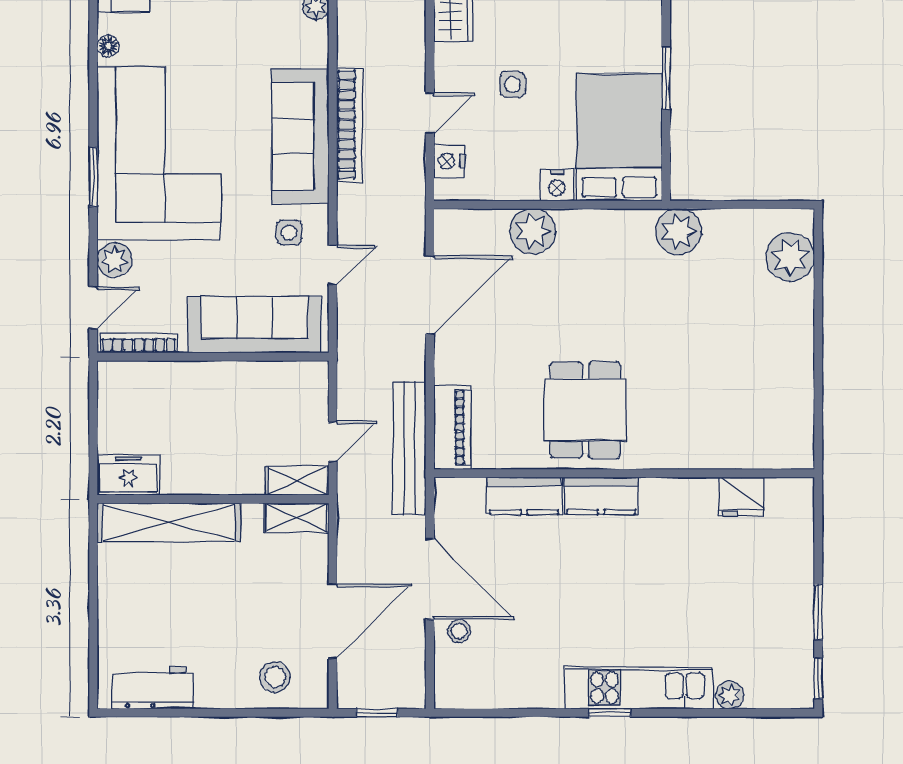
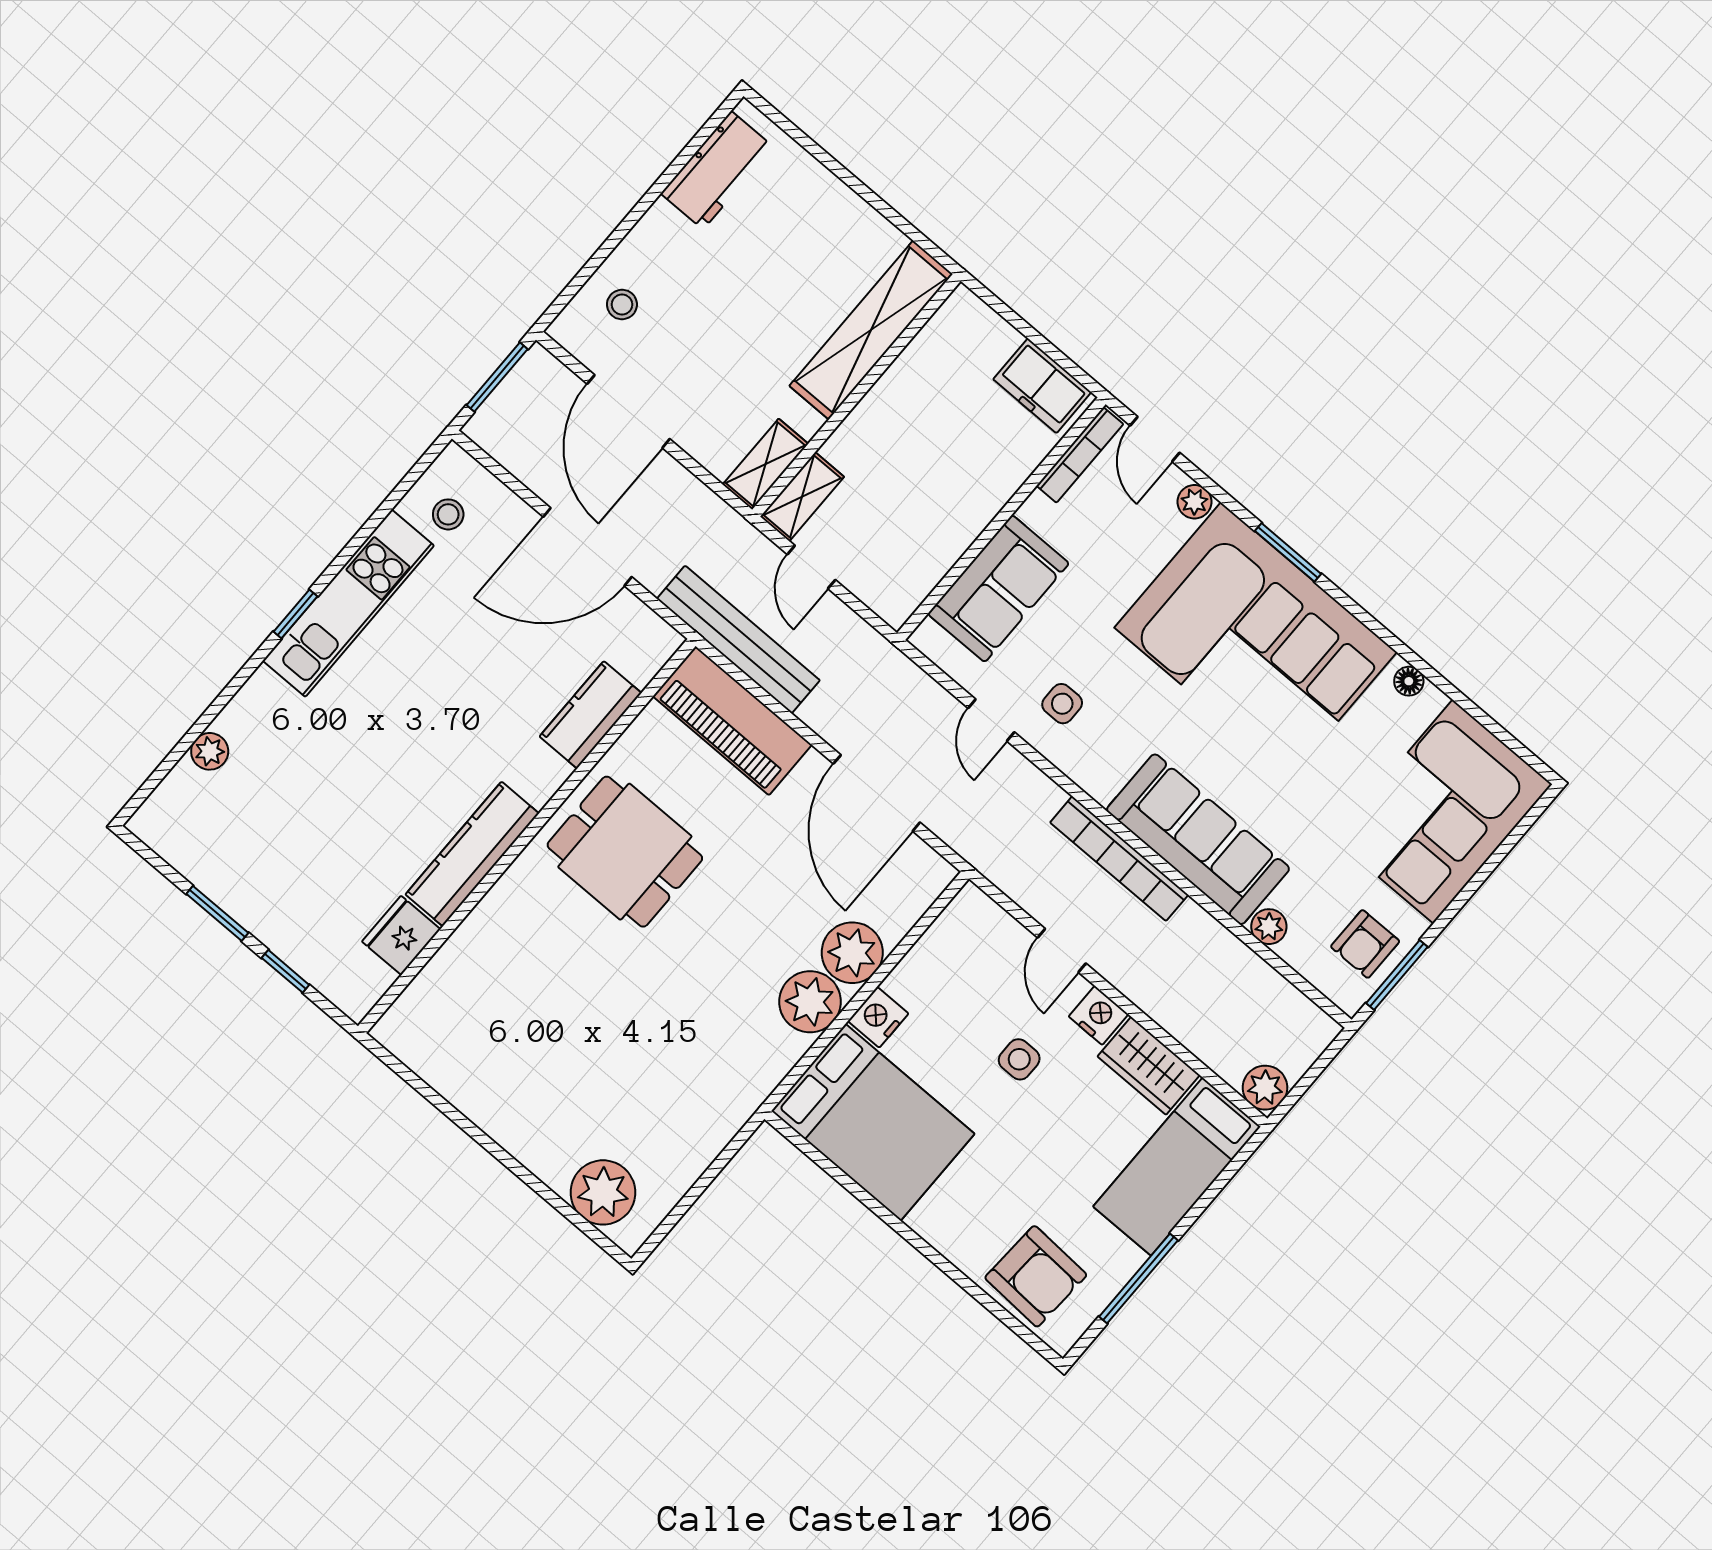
window: (666, 78) -> (893, 1221), removed
sofa: (300, 137) -> (1198, 839), moved
nightstand: (449, 161) -> (1098, 1015), moved
plant: (679, 232) -> (810, 1002), moved
plant: (115, 260) -> (1195, 502), width x0.73, depth x0.73
sofa: (254, 325) -> (998, 589), width x0.73
piano: (452, 427) -> (732, 721), width x1.37, depth x1.33
freezer: (128, 475) -> (1042, 386), moved, turned 90
kitchen counter: (601, 496) -> (472, 854), moved, width x1.50
stool: (459, 631) -> (448, 514), moved
stool: (275, 677) -> (622, 305), width x0.73, depth x0.73
window: (818, 678) -> (285, 971), moved
kitchen unit: (639, 688) -> (348, 603), moved
window: (377, 713) -> (497, 377), width x1.50

